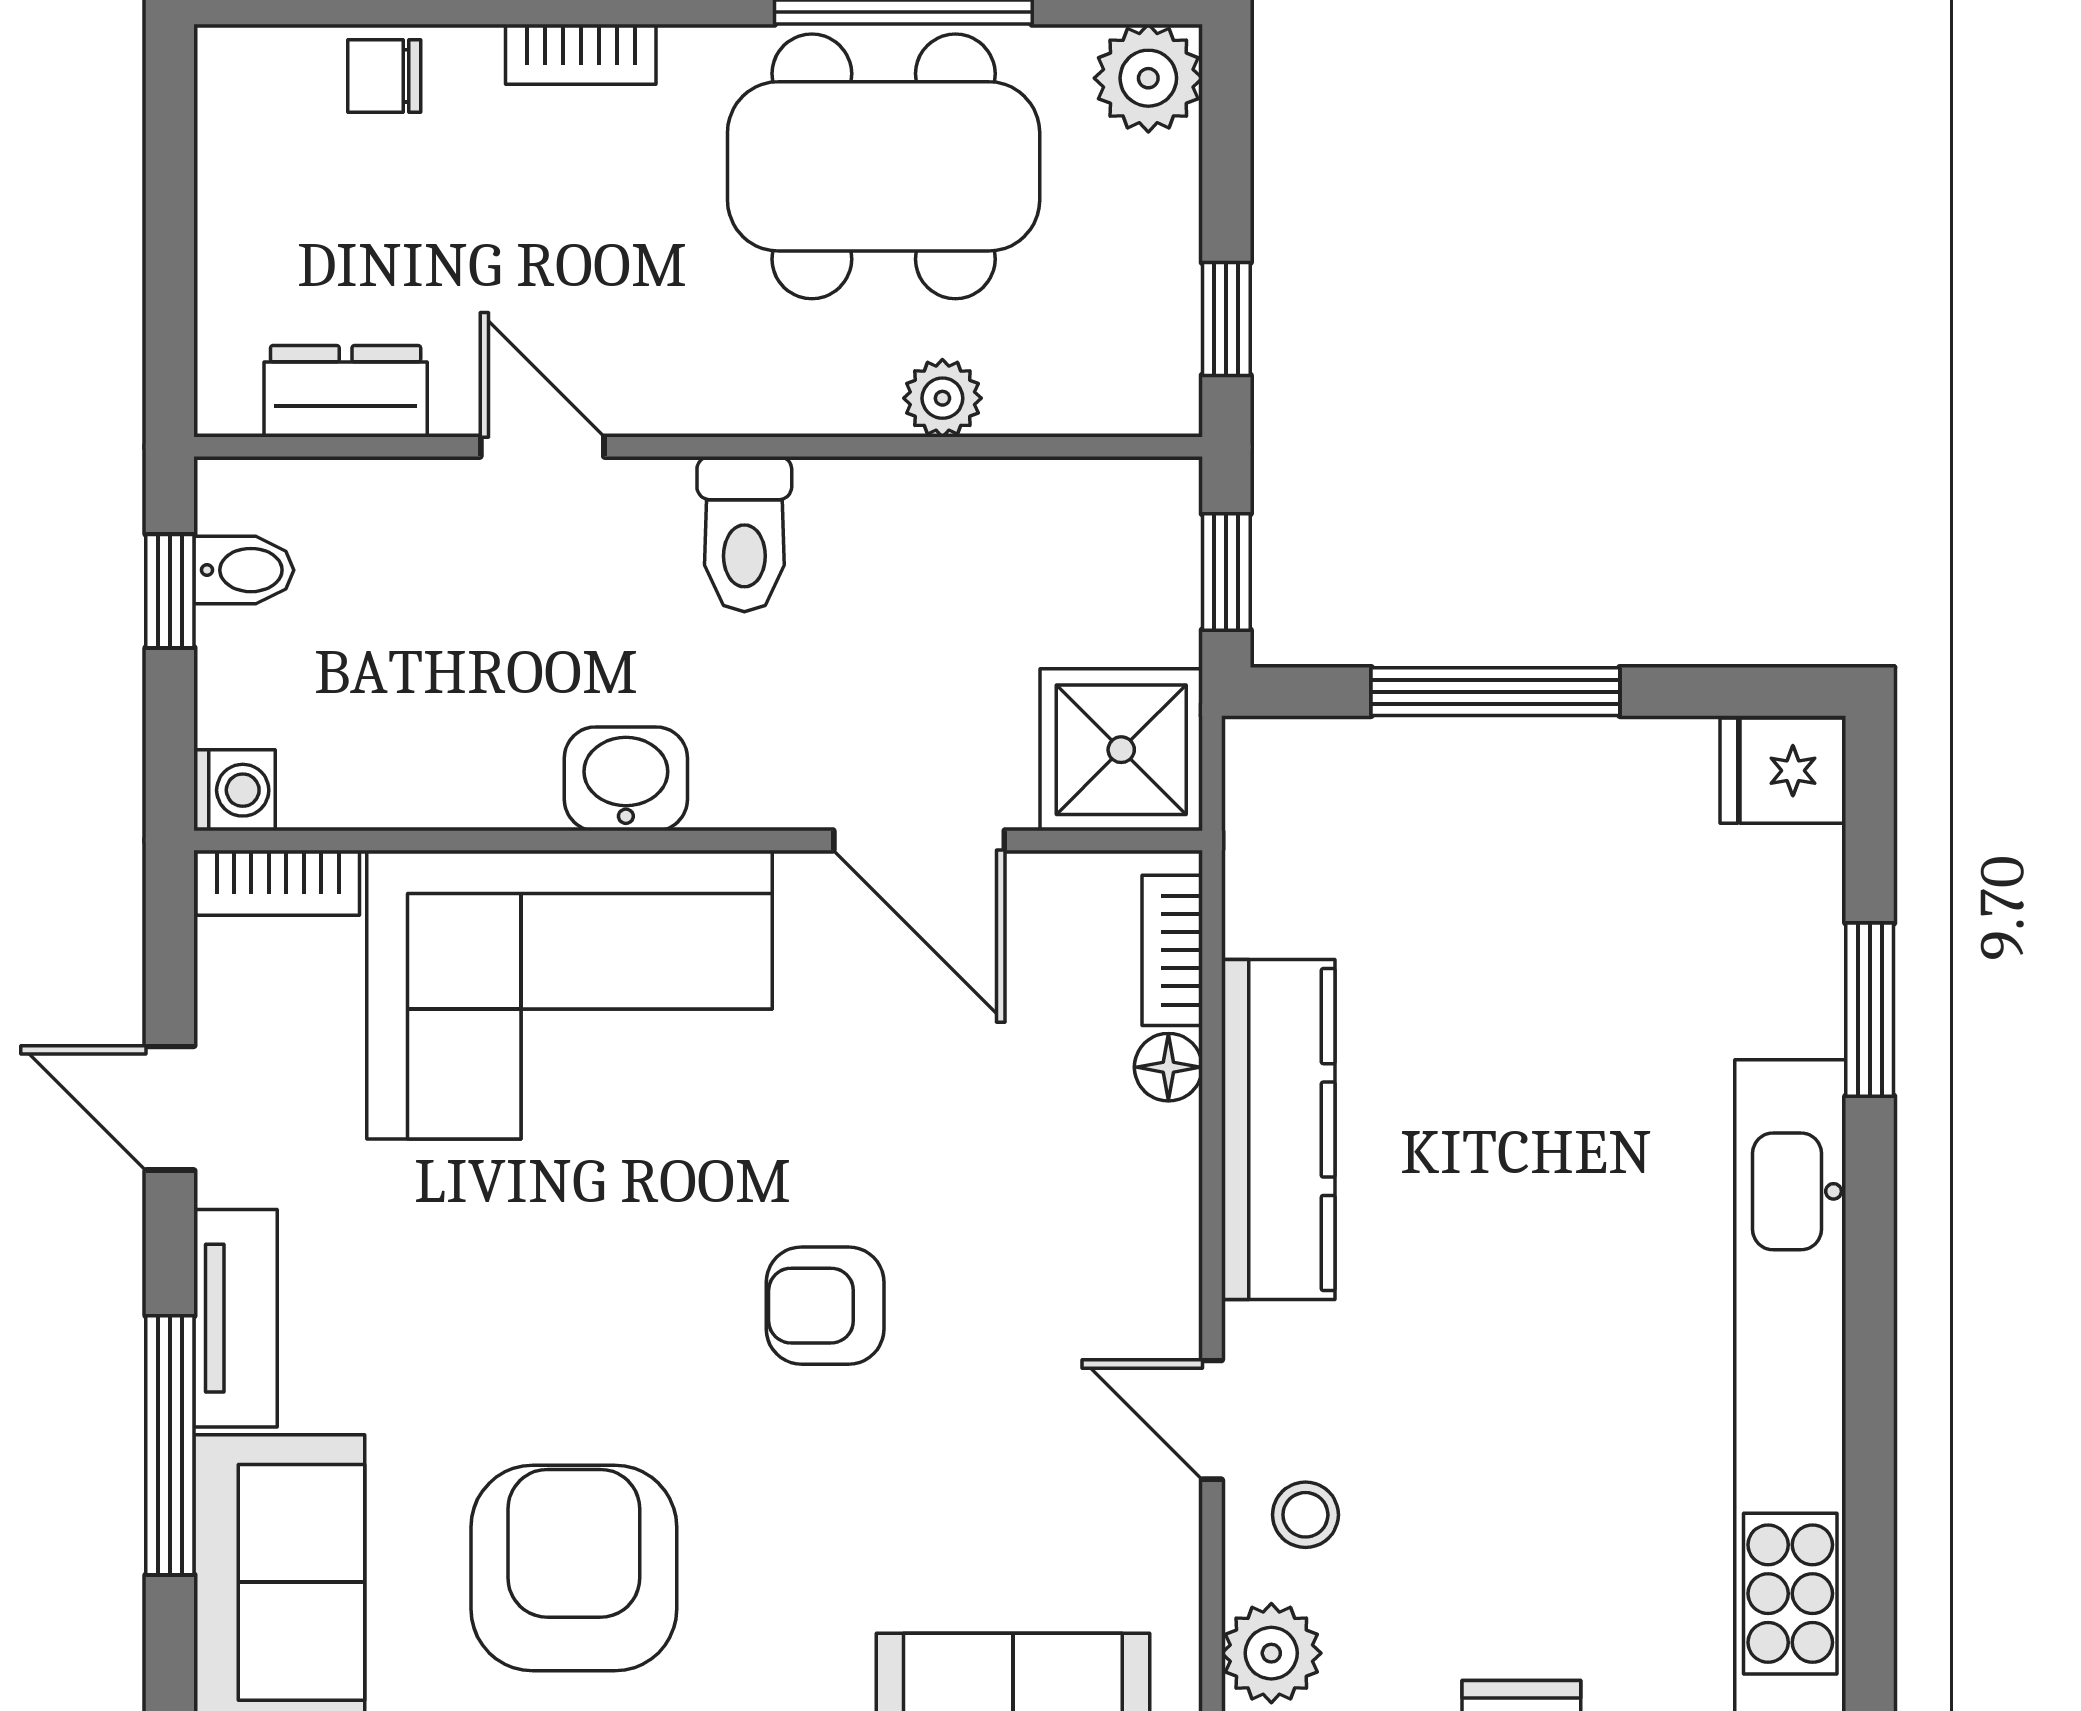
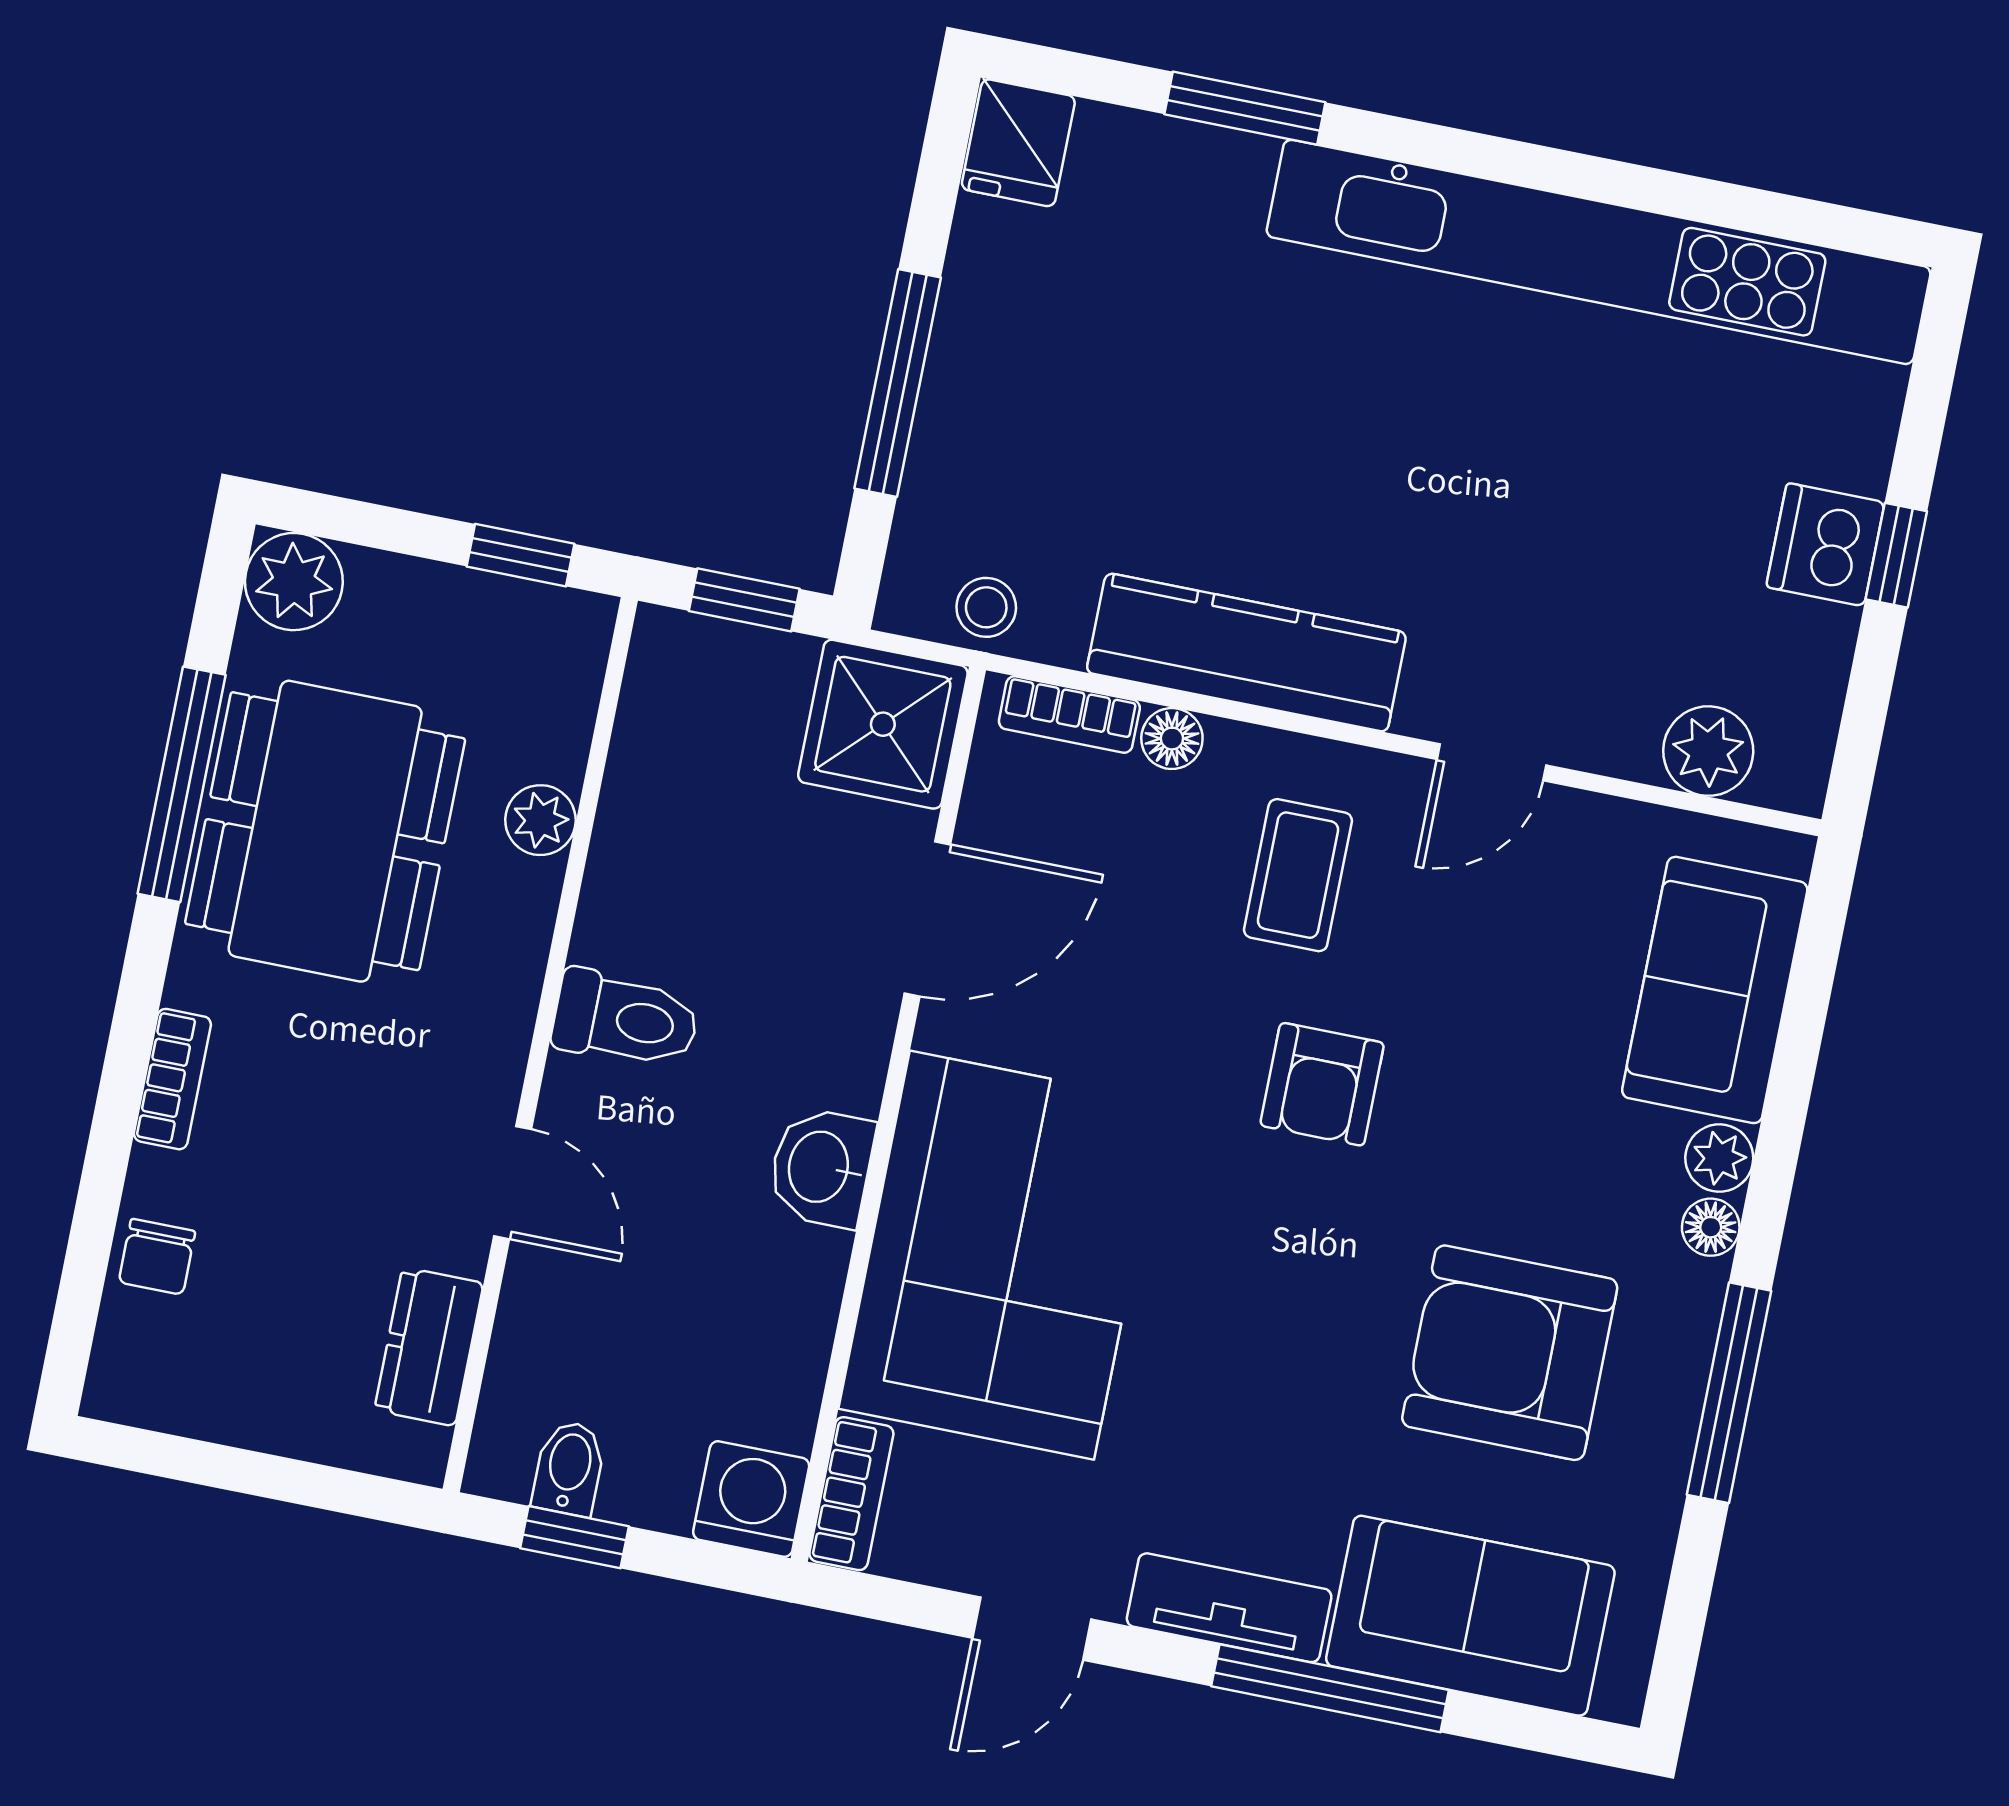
door: (542, 447) -> (513, 1183), swing flipped
washing machine: (235, 790) -> (751, 1499), width x1.38, depth x1.38
coffee table: (1047, 1234) -> (1298, 875), added
stool: (1305, 1515) -> (986, 607), moved

